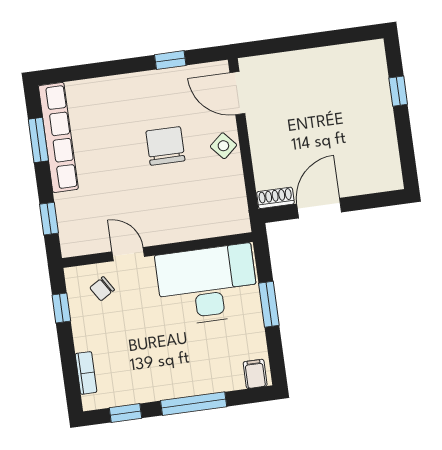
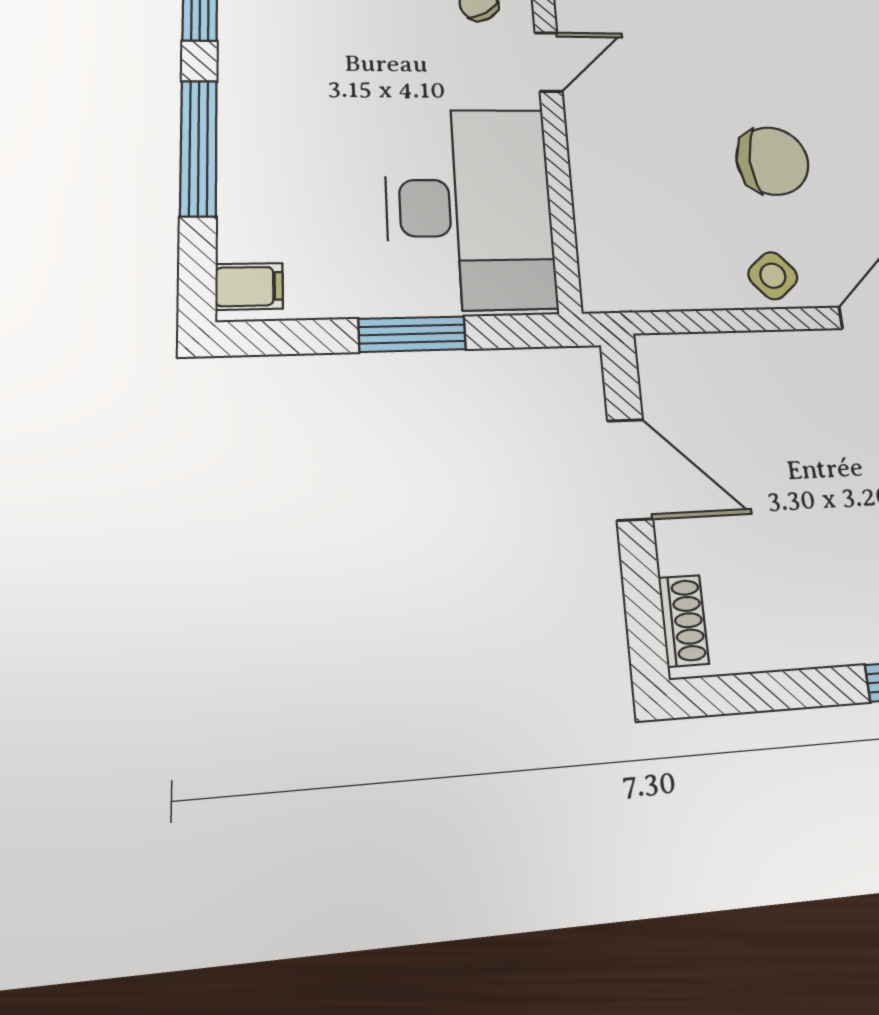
shoe rack: (275, 198) -> (683, 621), moved

